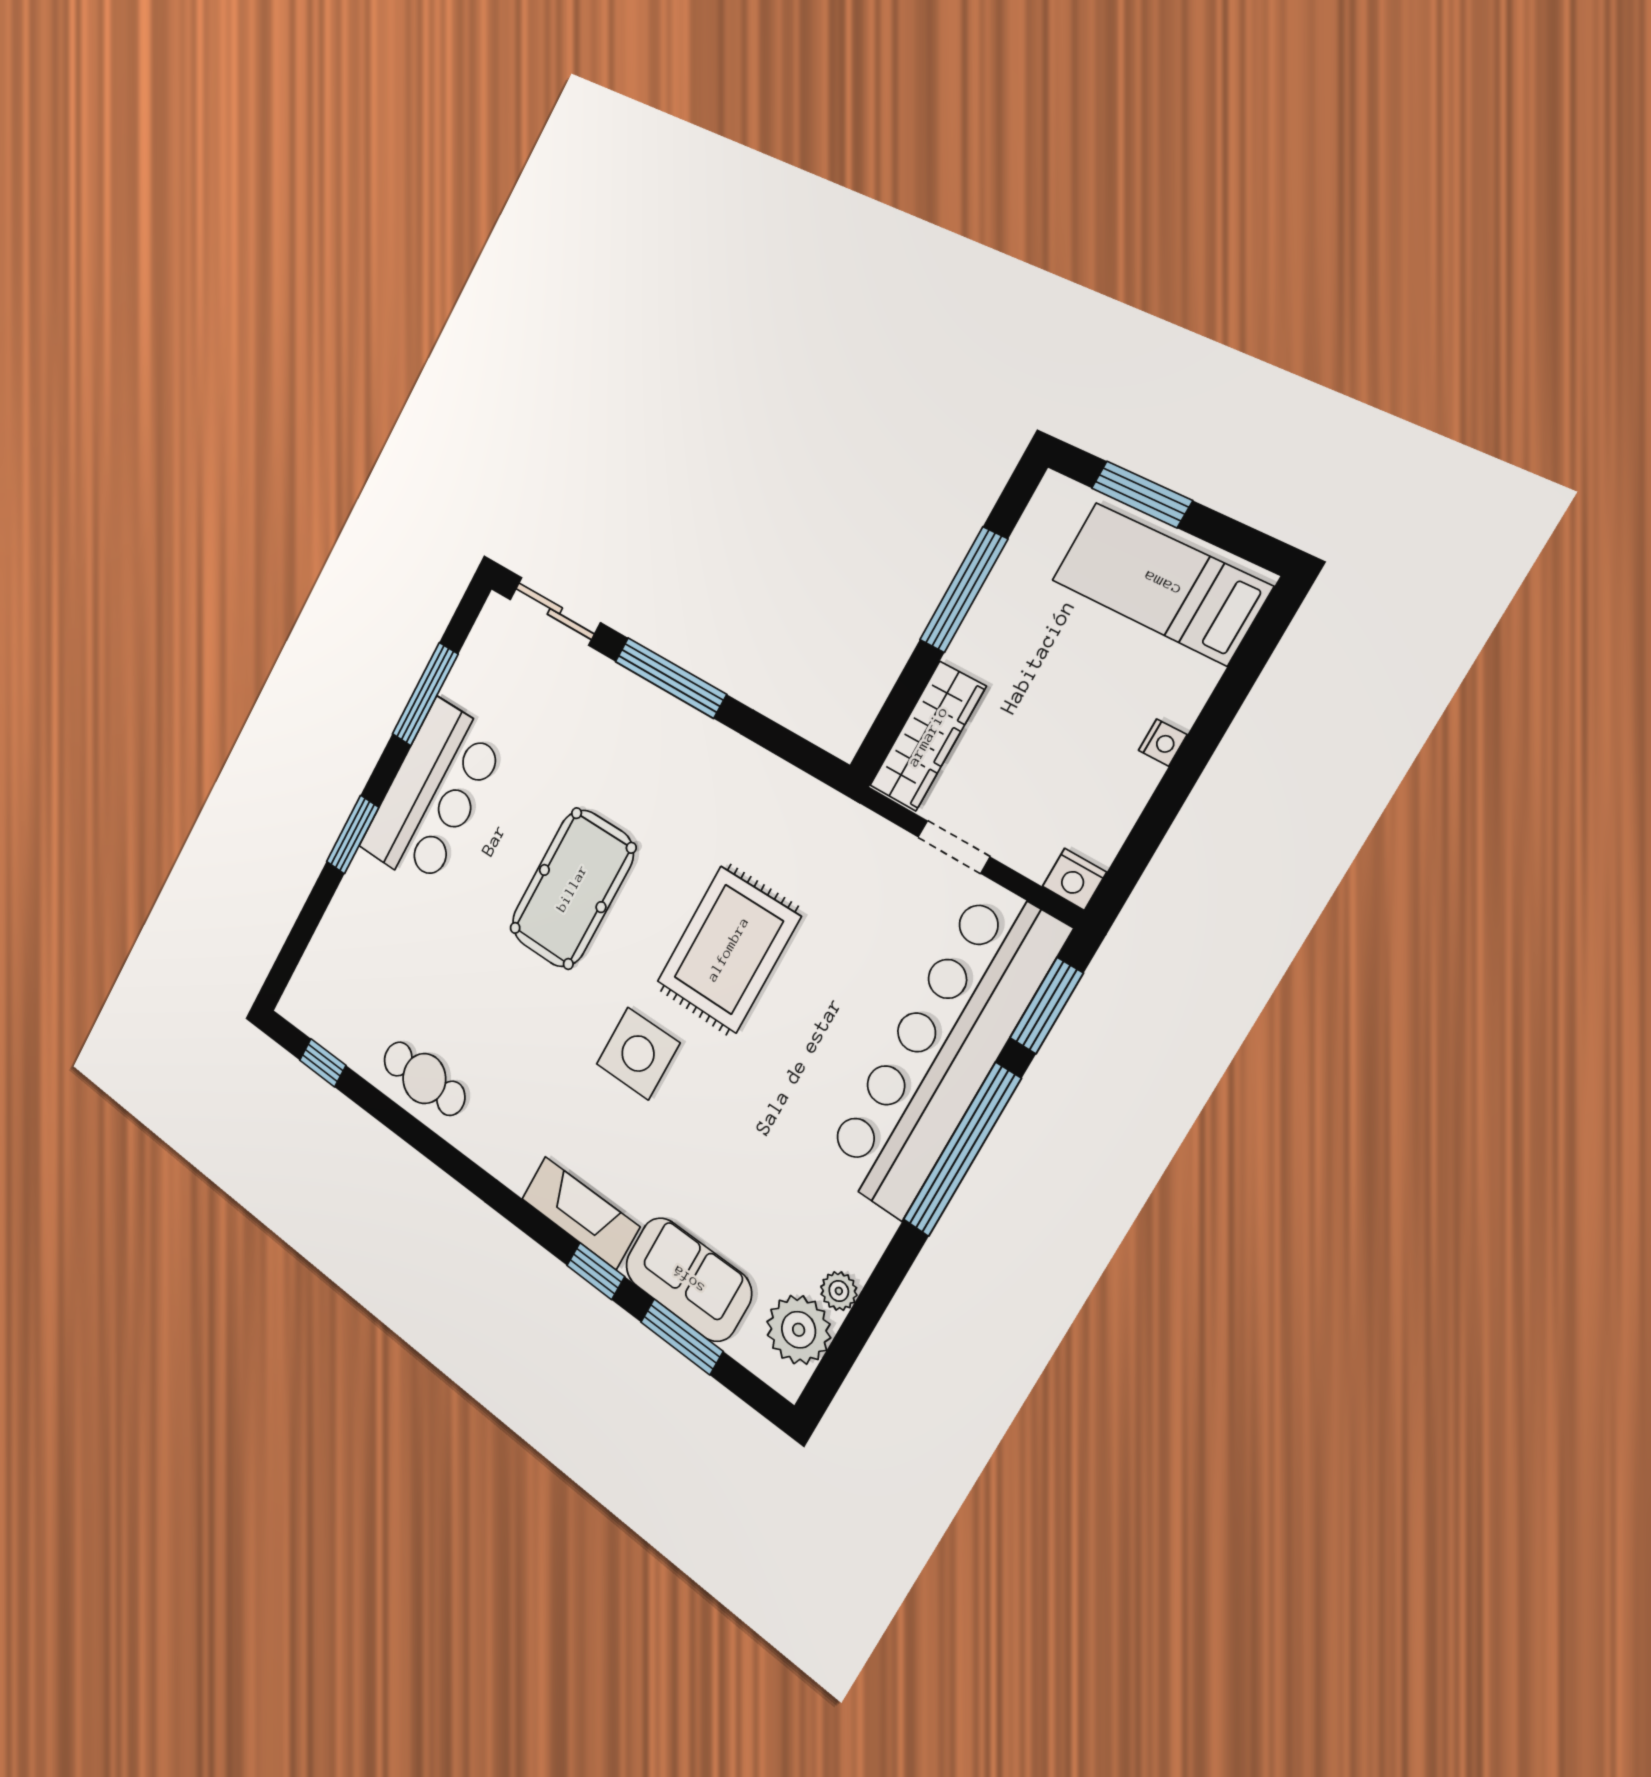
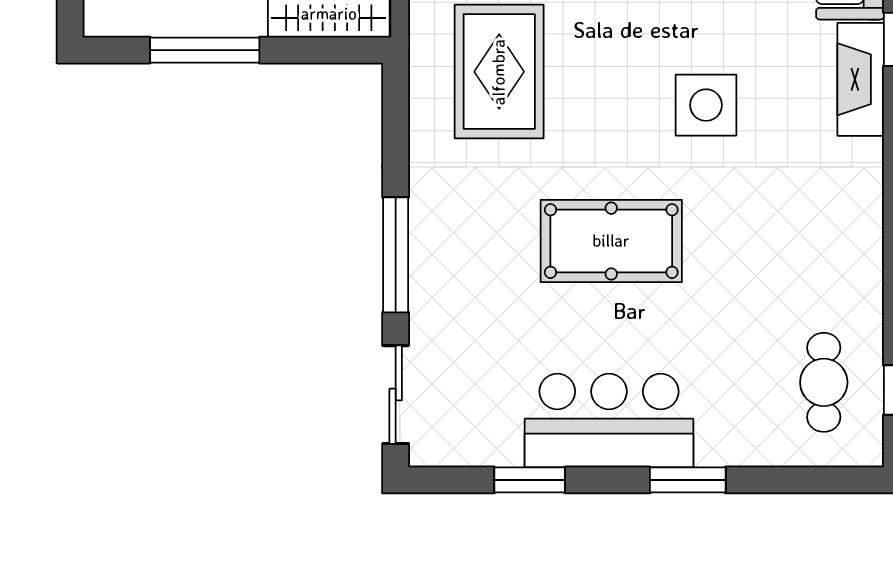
window: (425, 694) -> (530, 480), width x0.69
rug: (728, 949) -> (499, 72), moved, turned 90
cafe table: (424, 1079) -> (824, 382), moved

